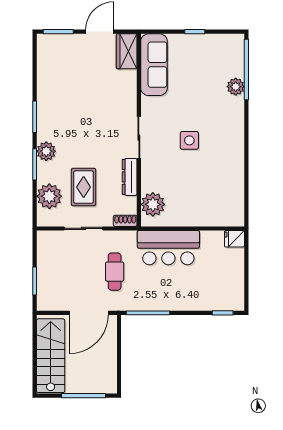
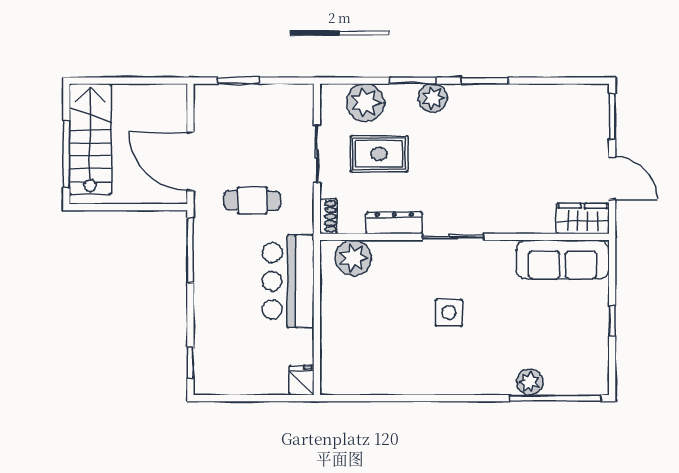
stairs: (51, 356) -> (90, 139), moved, turned -90

